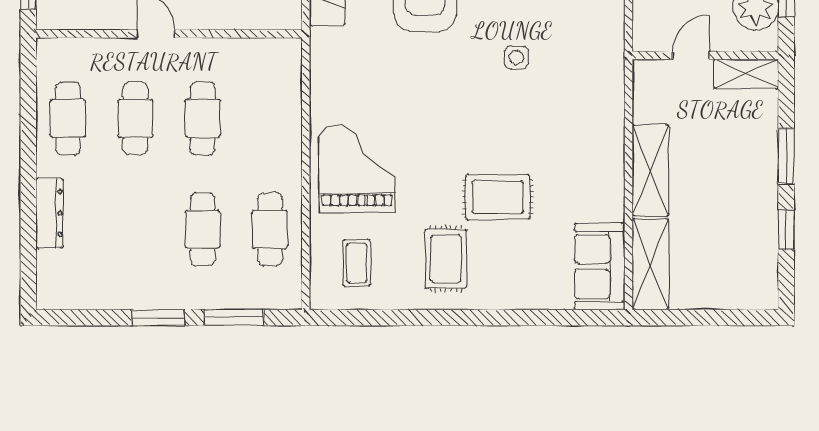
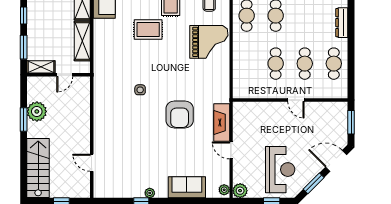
door: (691, 55) -> (65, 75), moved
wall: (705, 55) -> (59, 75), moved
shelving: (746, 74) -> (41, 67), moved
grand piano: (357, 169) -> (209, 42), turned -90

